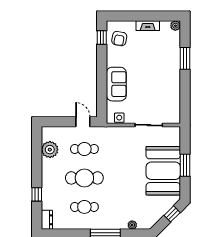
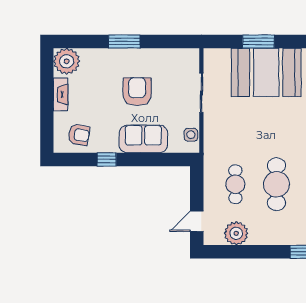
plant: (175, 26) -> (67, 61), width x1.87, depth x1.87
window: (102, 37) -> (107, 159), moved
window: (185, 58) -> (124, 41), moved
armchair: (150, 80) -> (137, 92), added
door: (83, 122) -> (197, 221), moved

